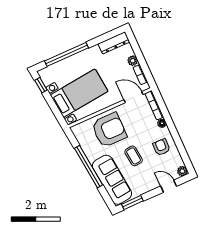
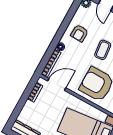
plant: (133, 61) -> (29, 106), removed
door: (134, 97) -> (57, 84), swing flipped

